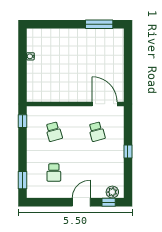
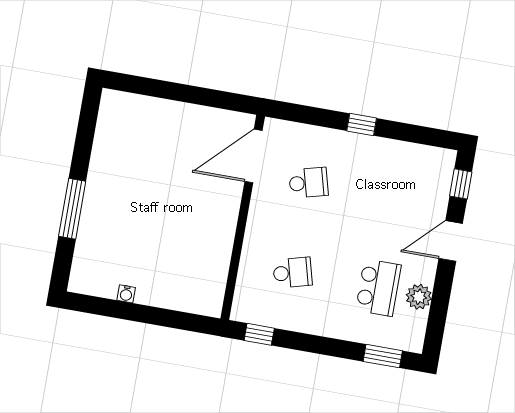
window: (99, 24) -> (72, 209), moved
school desk: (54, 173) -> (378, 288), width x1.85
plant: (112, 192) -> (419, 297), moved
door: (81, 202) -> (451, 241), hinge flipped

